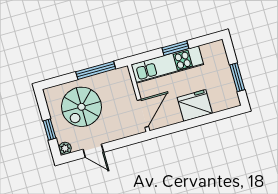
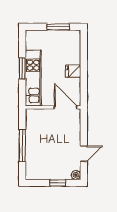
window: (96, 70) -> (22, 146), moved
fridge: (195, 105) -> (73, 71), width x0.53, depth x0.75
spiral stairs: (81, 107) -> (47, 153), removed

